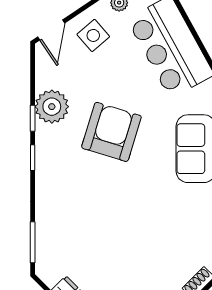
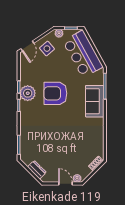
plant: (52, 107) -> (28, 93), moved
armchair: (111, 132) -> (55, 93), turned -107

